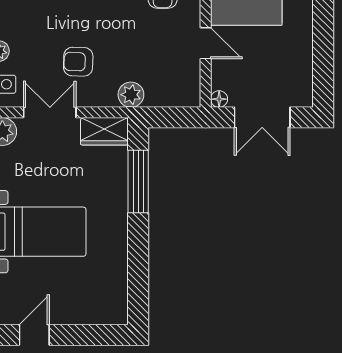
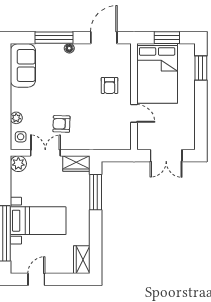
plant: (131, 95) -> (91, 143), removed
floor lamp: (219, 99) -> (142, 145), removed
wardrobe: (114, 300) -> (82, 260), added

